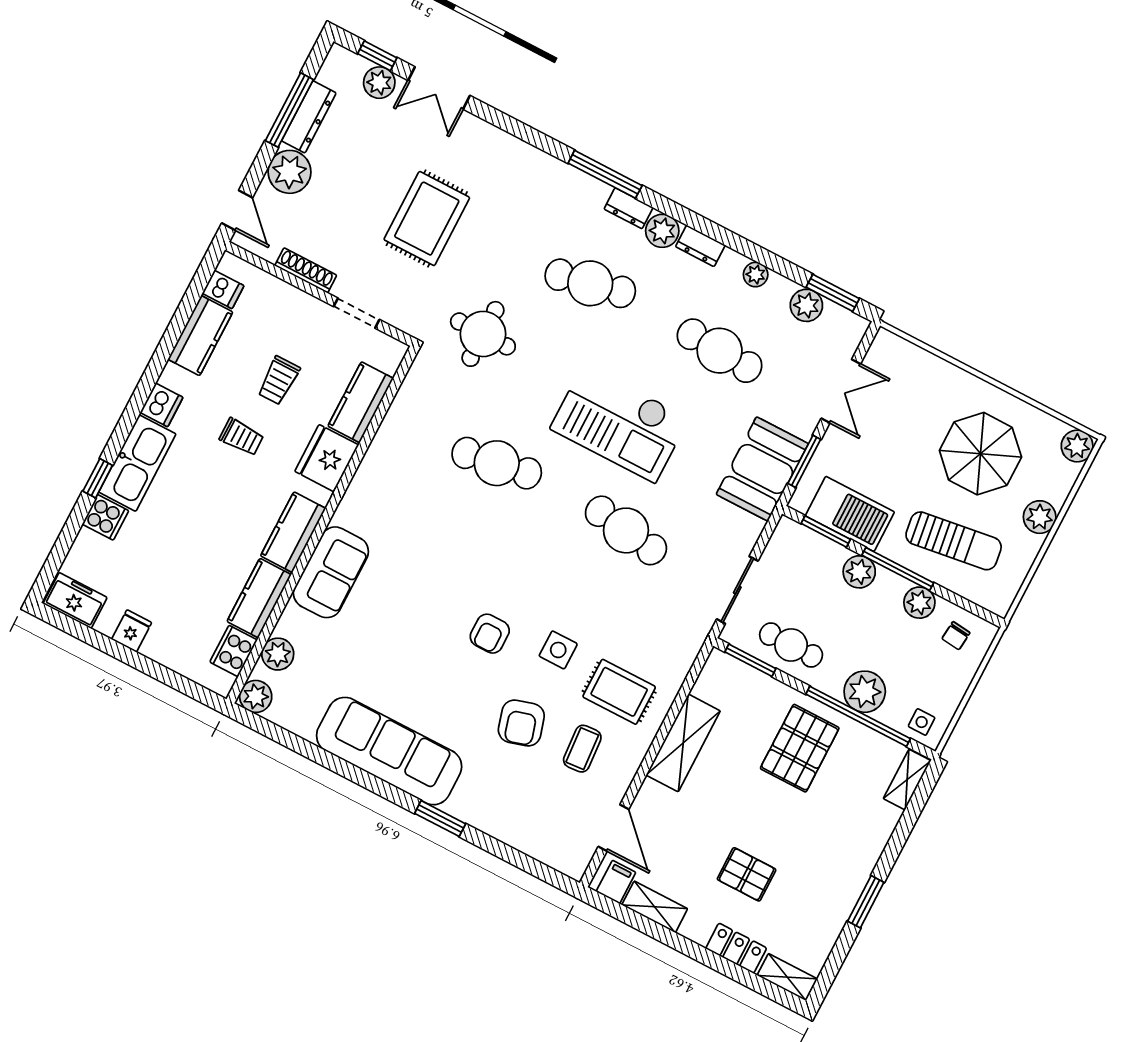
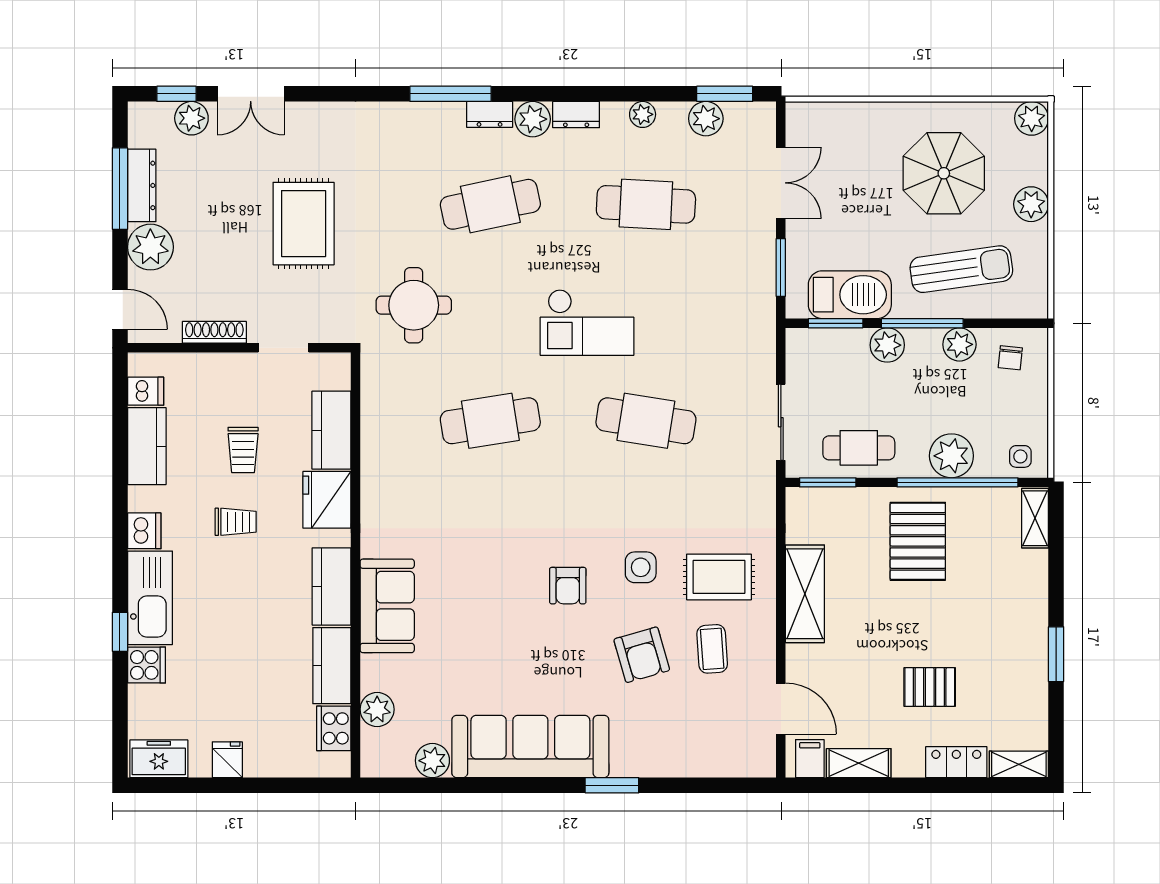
checkout: (620, 423) -> (587, 322), width x0.73, depth x0.83
booth: (762, 469) -> (745, 295), removed
plant: (256, 696) -> (432, 761), moved

